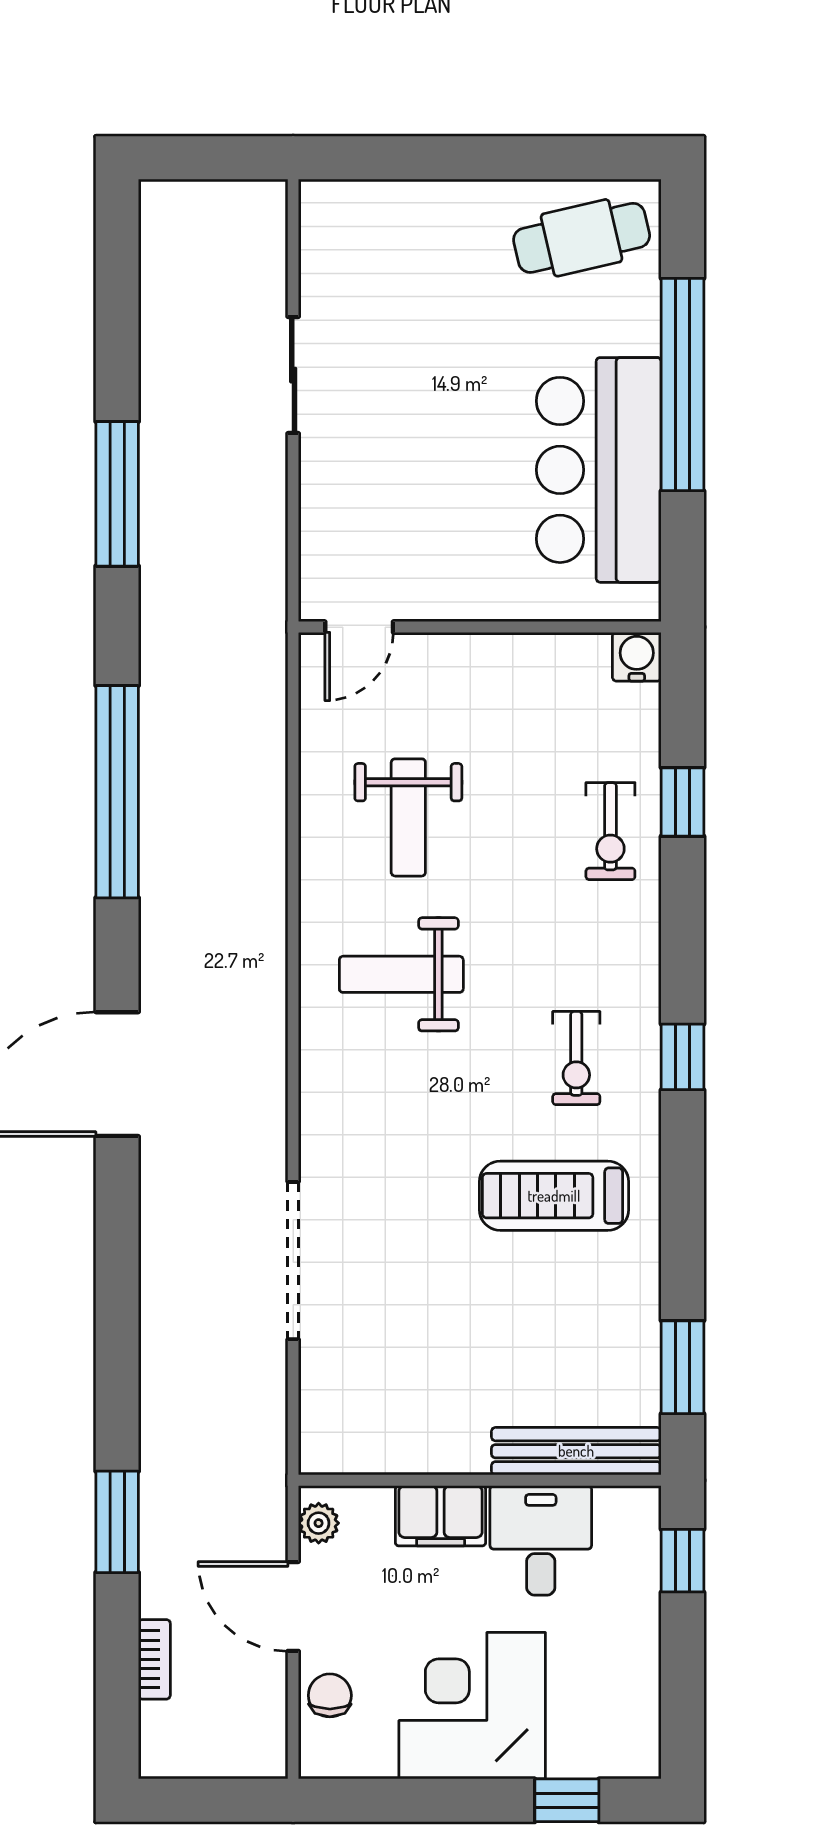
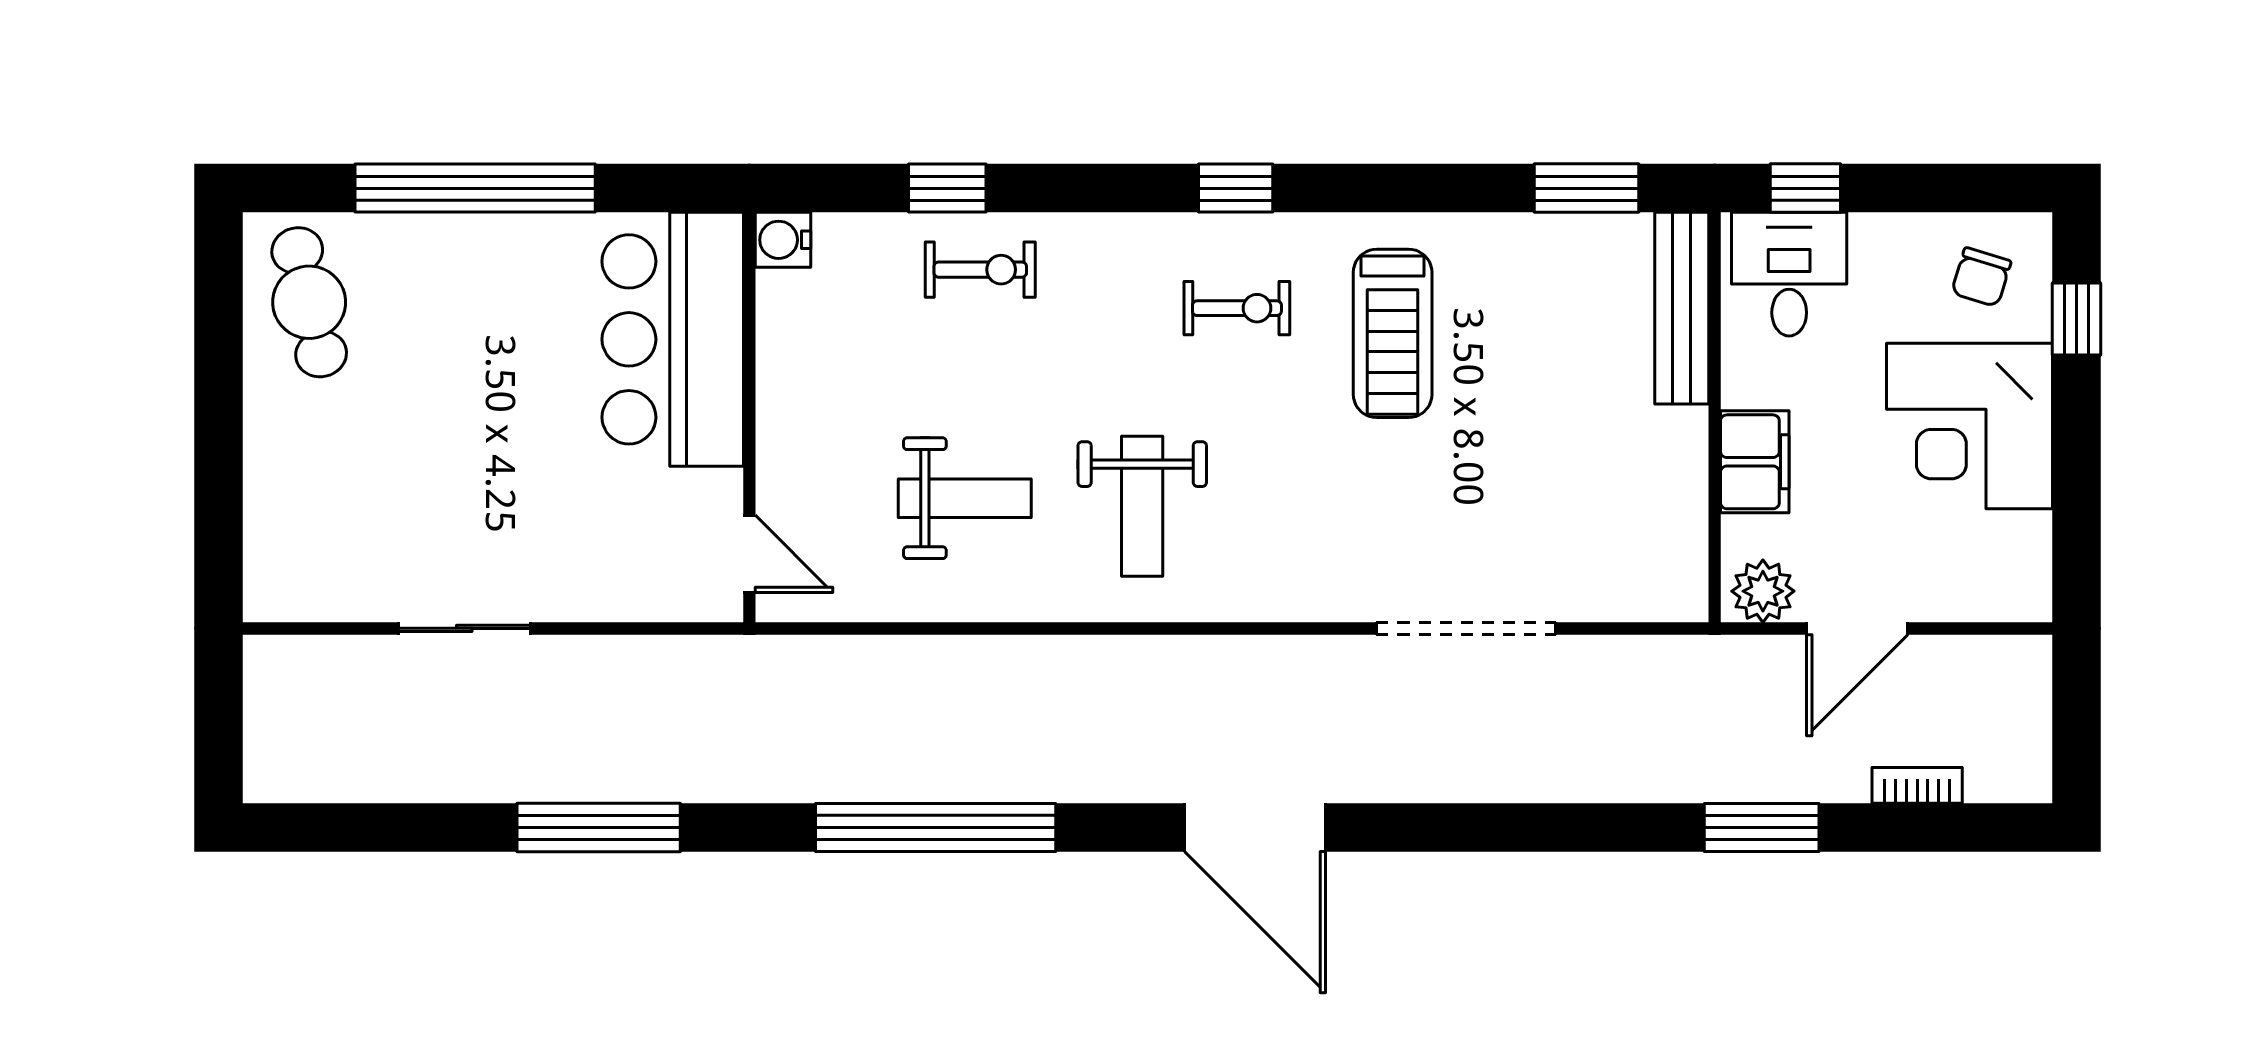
bar counter: (599, 470) -> (673, 339), moved, turned 90
plant: (319, 1523) -> (1763, 591), width x1.38, depth x1.38
desk: (541, 1540) -> (1789, 274), moved, turned 90
chair: (330, 1695) -> (1981, 277), moved, turned -73

